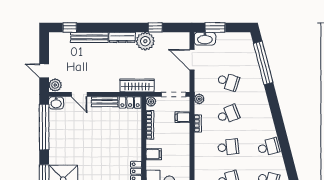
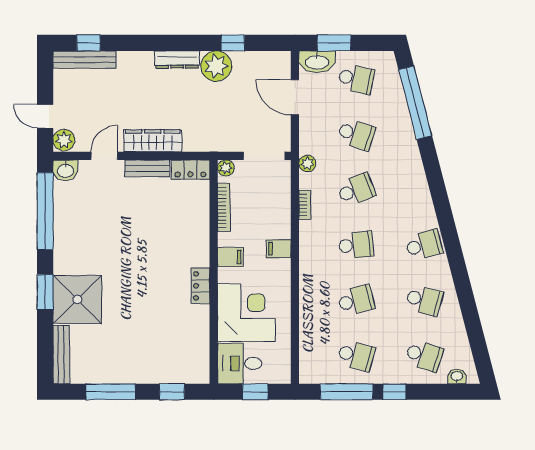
bench: (89, 37) -> (85, 60), moved
school desk: (228, 49) -> (356, 79), added
wardrobe: (137, 85) -> (153, 141), moved
door: (79, 94) -> (104, 156), swing flipped
filing cabinet: (182, 117) -> (279, 249), moved

